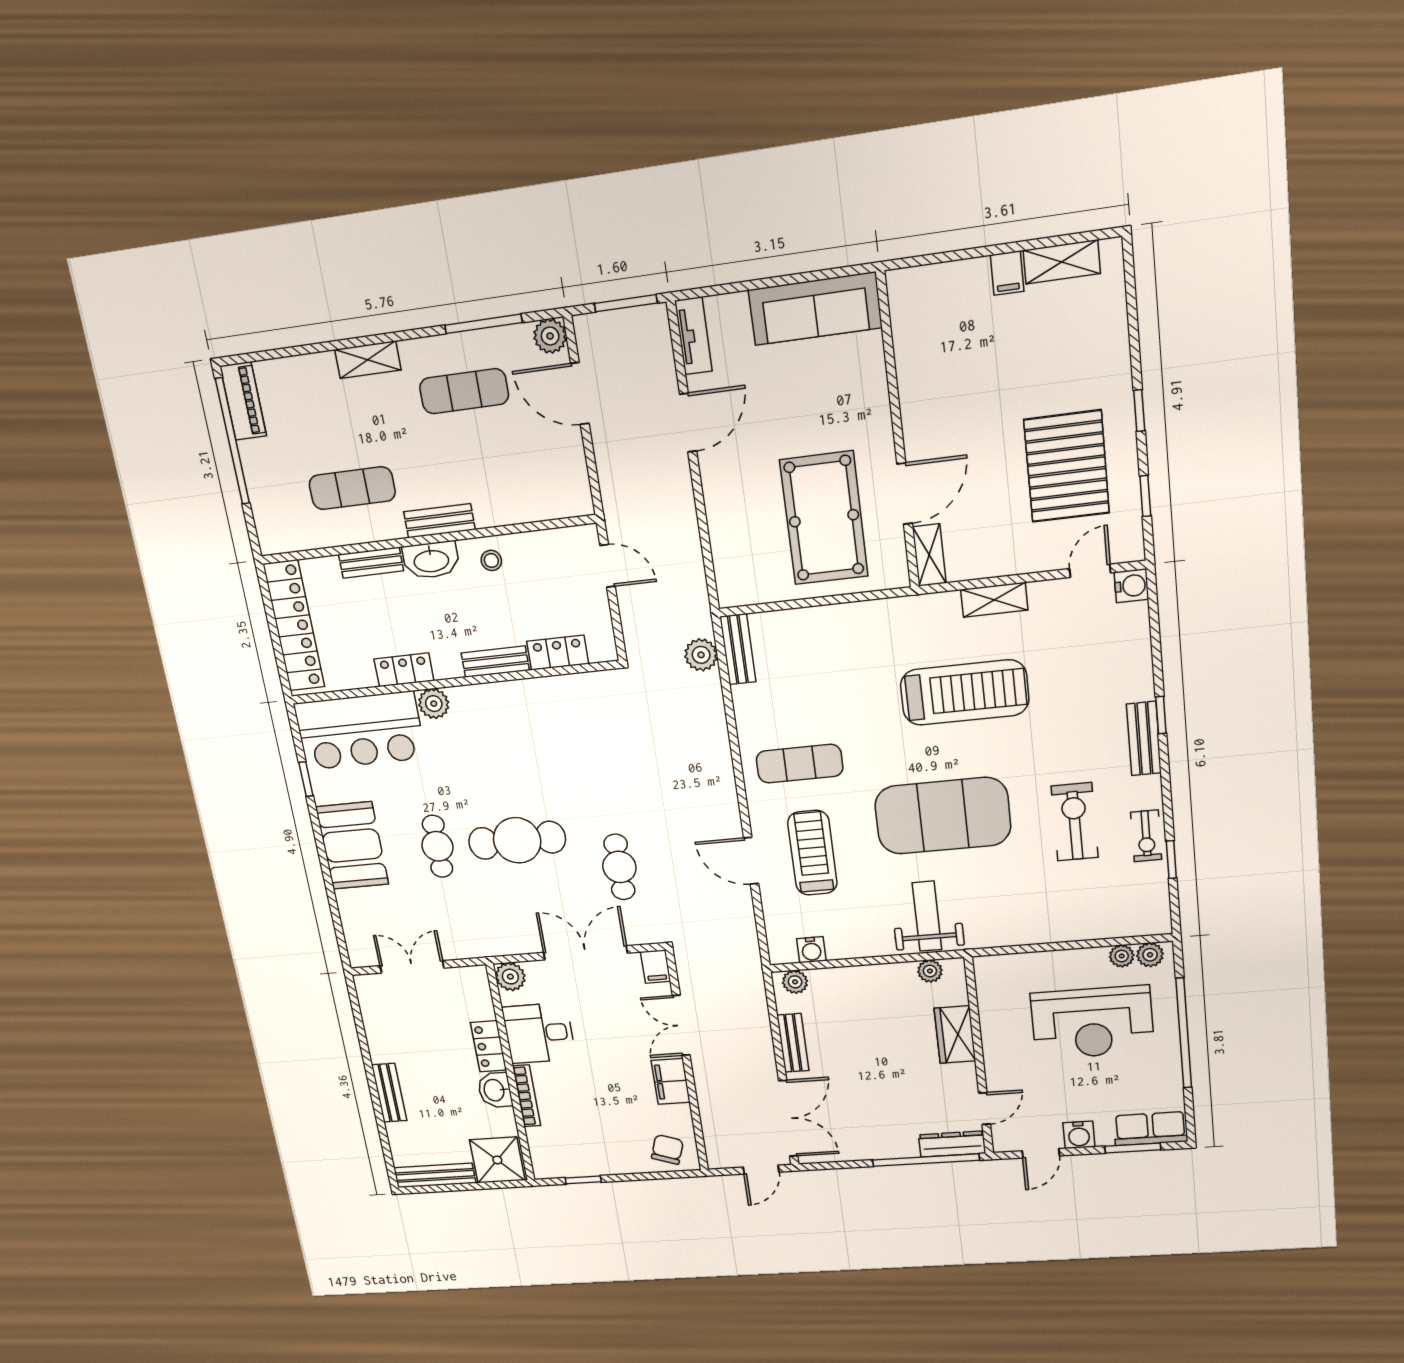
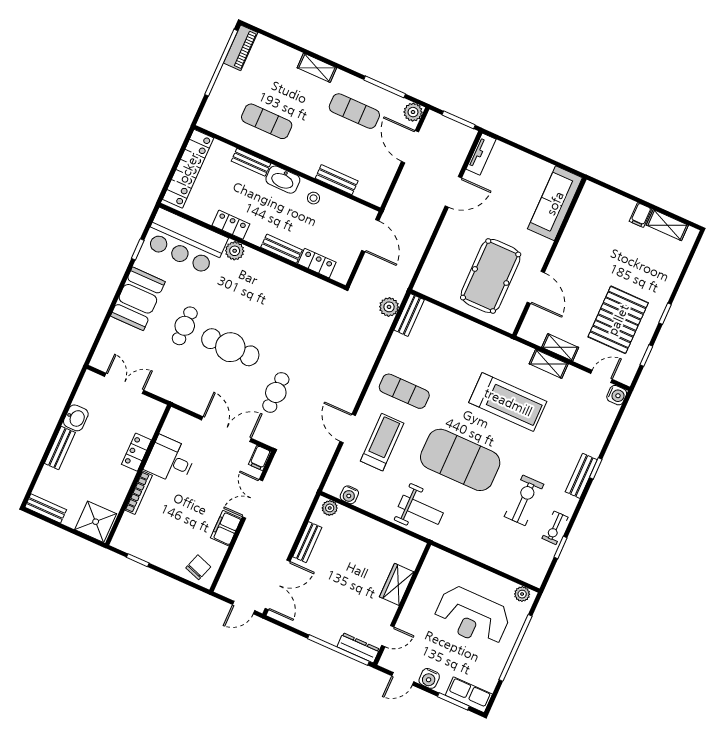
sofa: (815, 309) -> (555, 203), moved, turned 90
door: (905, 494) -> (536, 287), hinge flipped
bench: (439, 521) -> (337, 180), moved
shelving: (929, 555) -> (560, 347), moved, turned 90
door: (608, 566) -> (370, 236), width x1.38
weight bench: (927, 916) -> (421, 510), turned 90
plant: (1122, 956) -> (508, 587), removed
plant: (930, 971) -> (405, 541), removed
plant: (510, 977) -> (176, 419), removed
washbasin: (495, 1090) -> (76, 418), moved, turned 180
bench: (435, 1175) -> (46, 508), width x0.73

